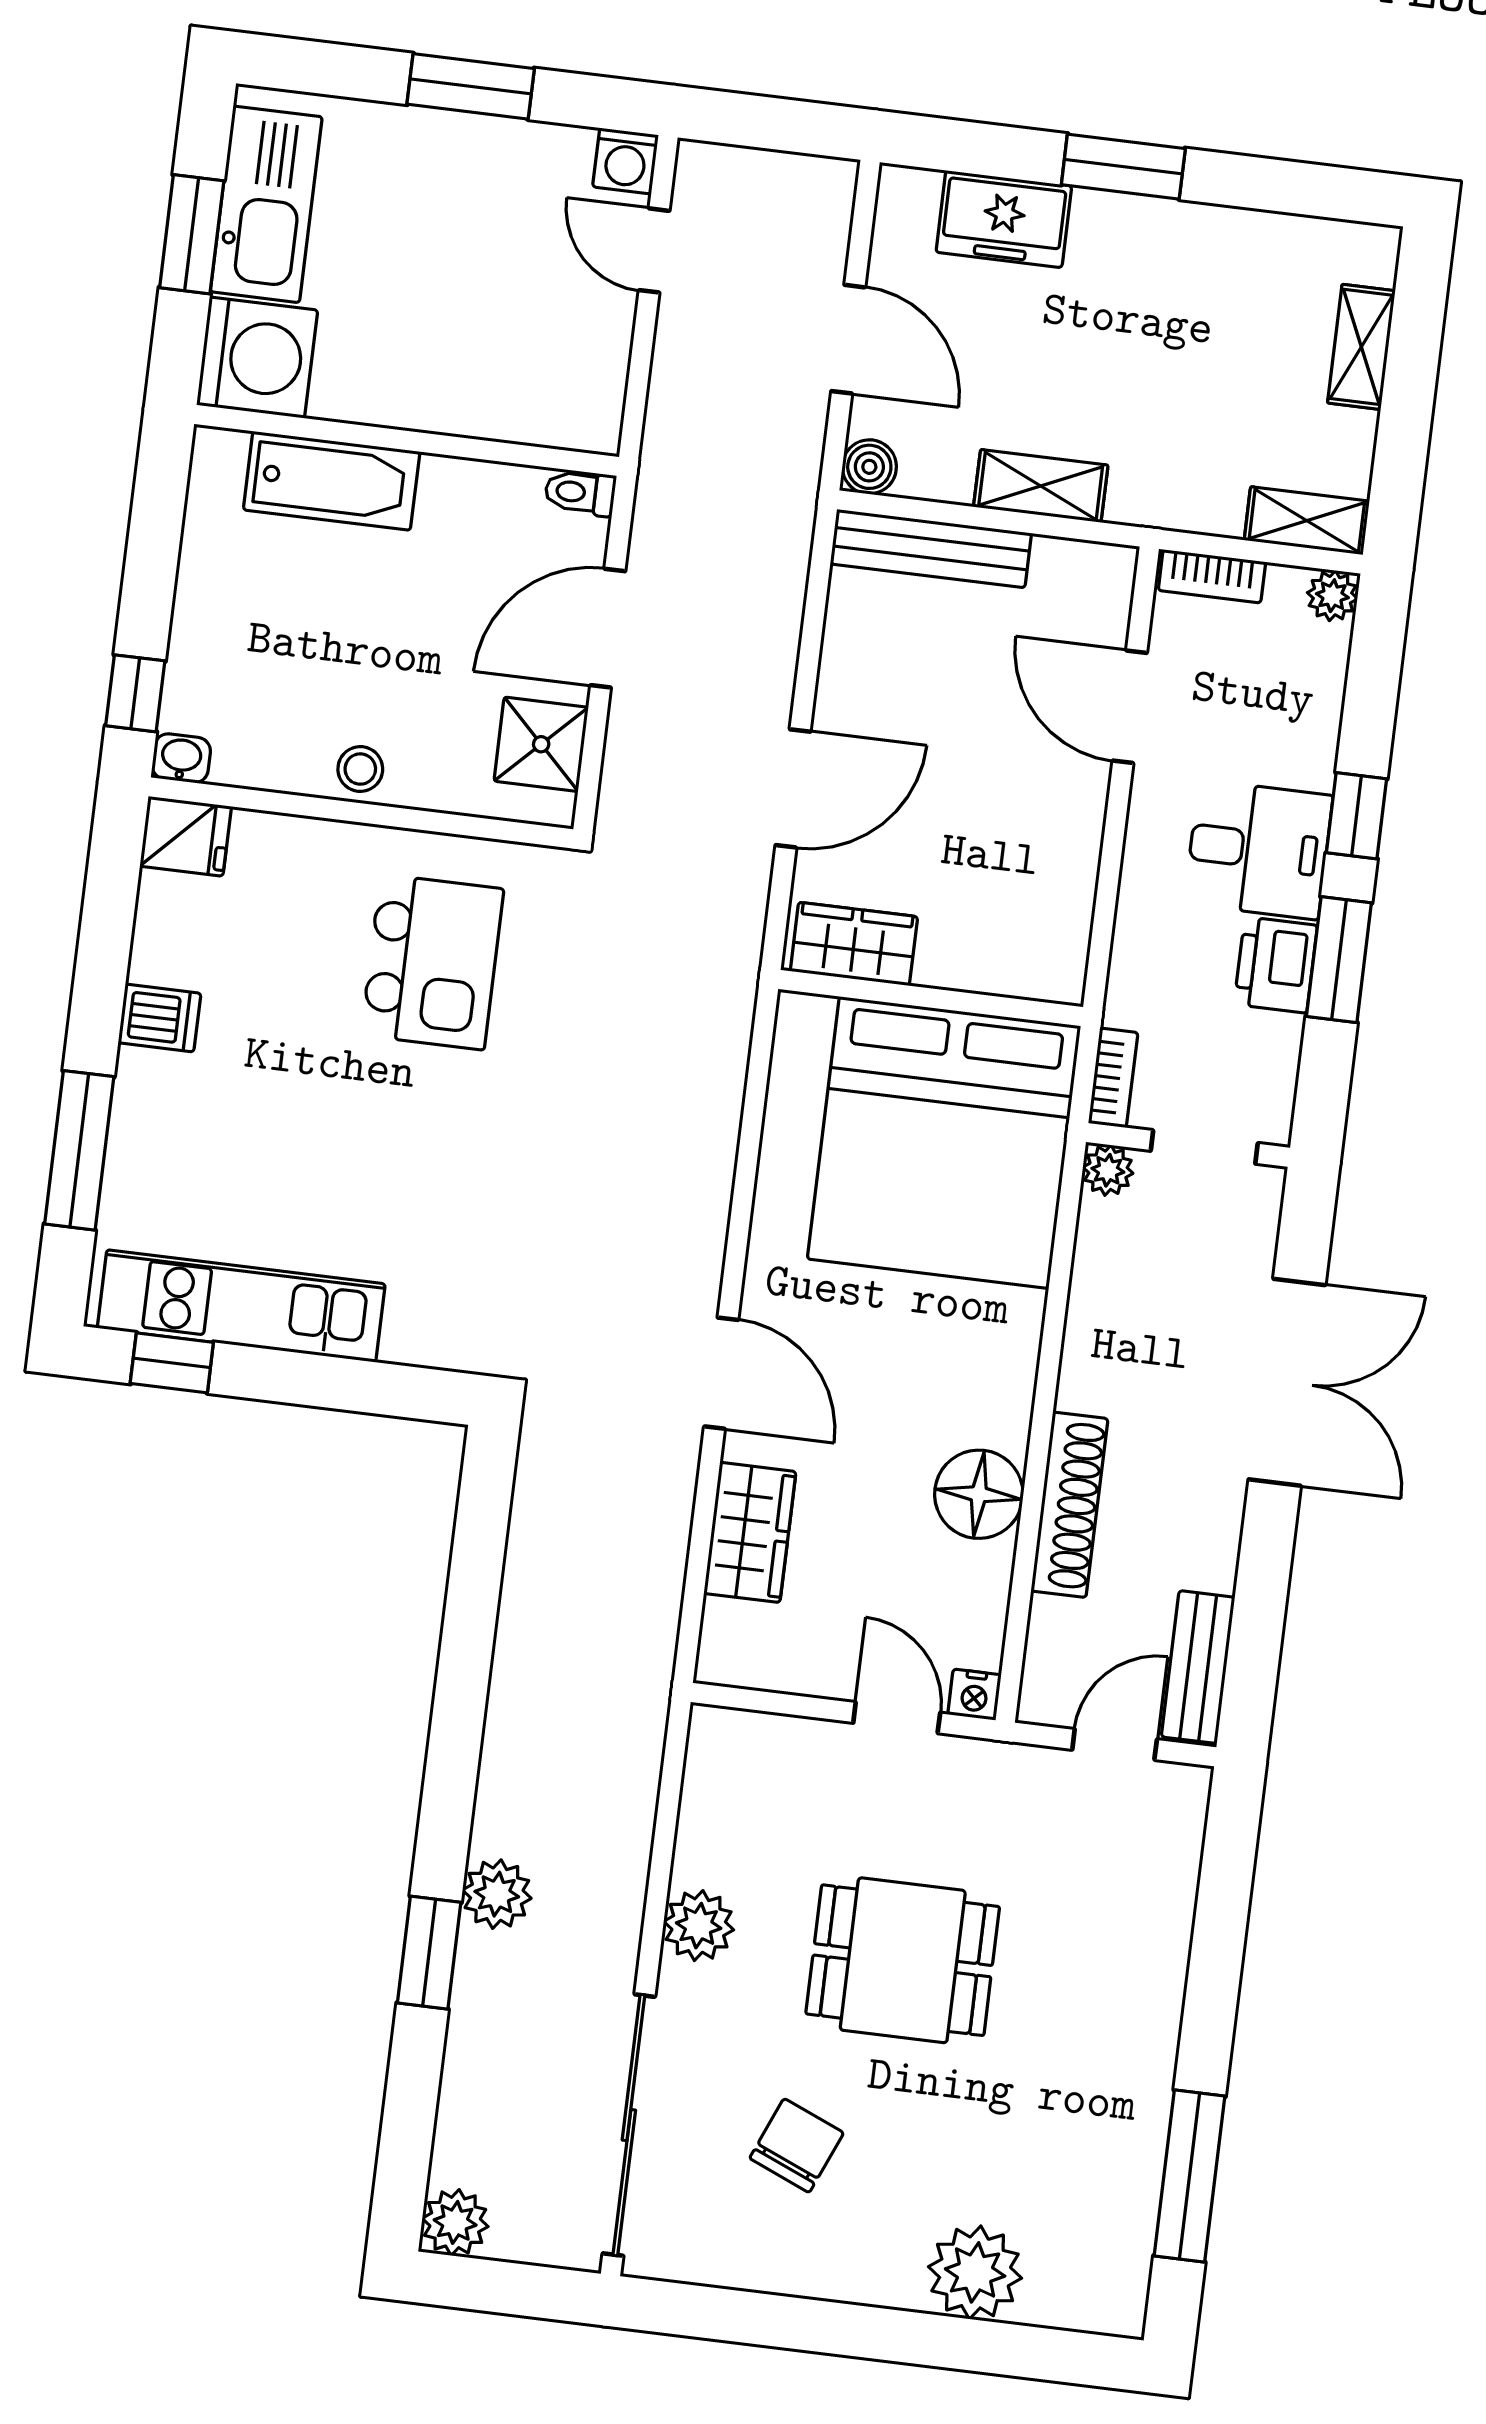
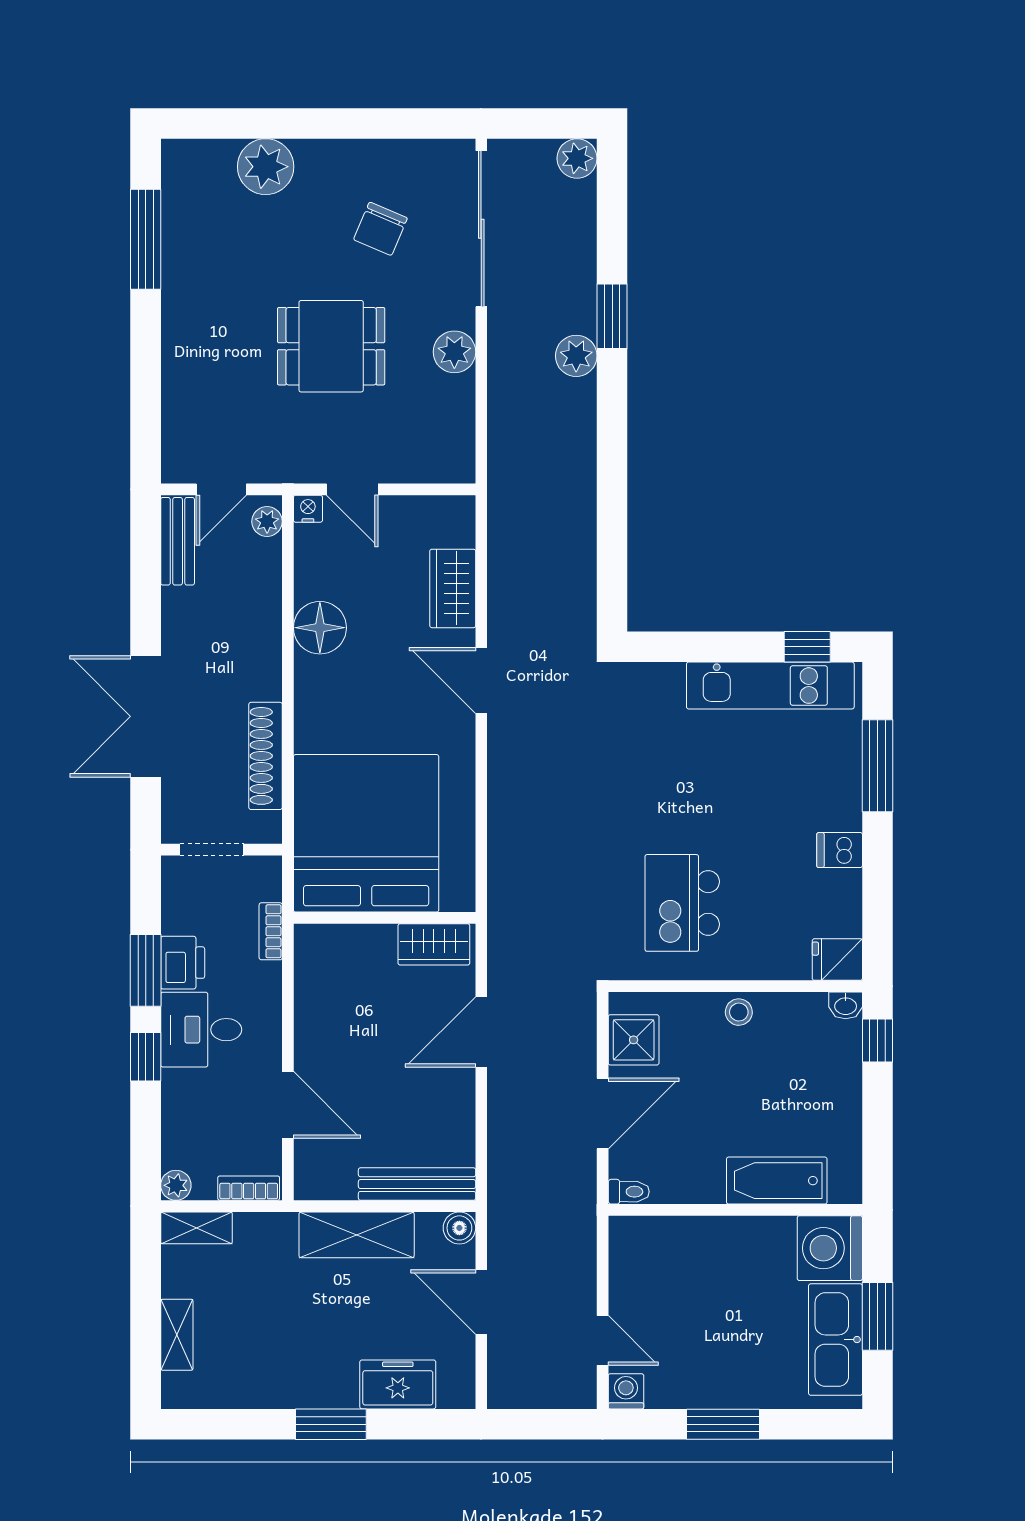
shelving: (1041, 486) -> (357, 1235), width x1.50, depth x1.33
bookcase: (1113, 1078) -> (271, 931), moved
plant: (1108, 1170) -> (267, 522), moved
shoe rack: (1069, 1505) -> (266, 756), moved

